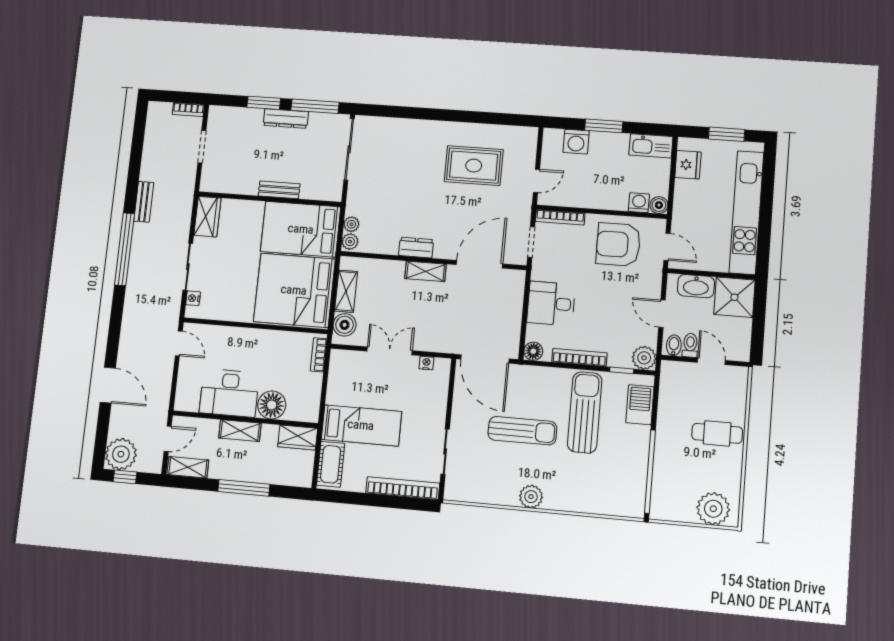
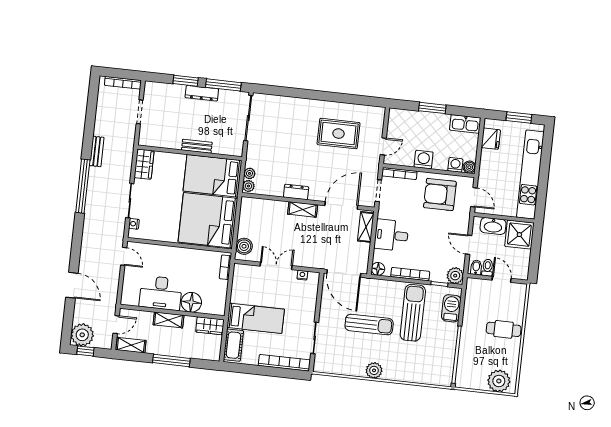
bookcase: (188, 110) -> (123, 83), width x1.56
washing machine: (576, 142) -> (424, 160), moved, turned 180
shelving: (346, 291) -> (366, 227), moved

